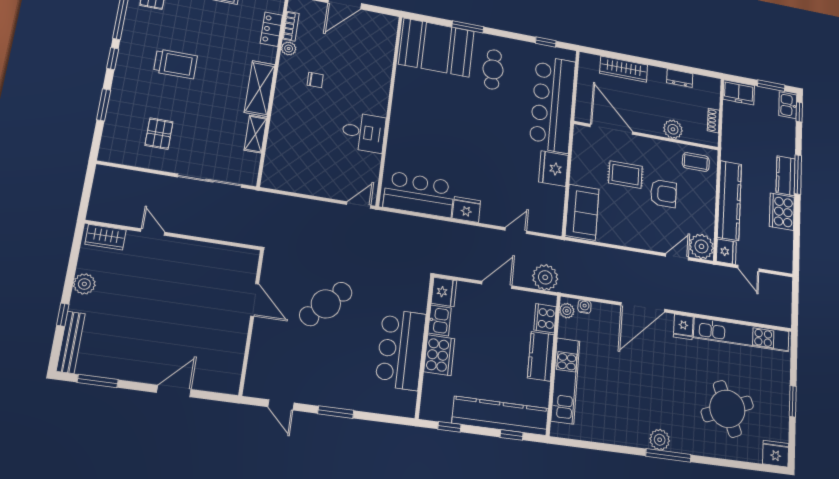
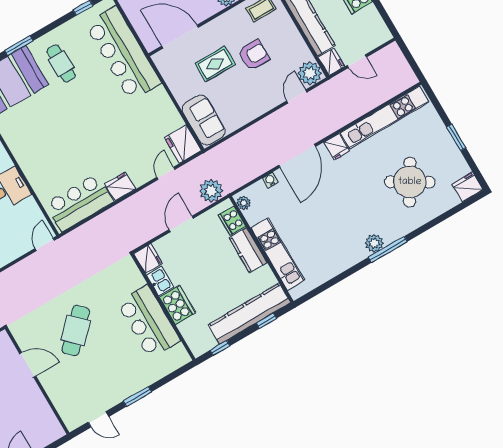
fridge: (553, 169) -> (183, 144), moved
water cooler: (584, 307) -> (270, 180), moved
round table: (727, 409) -> (410, 182), turned -37

